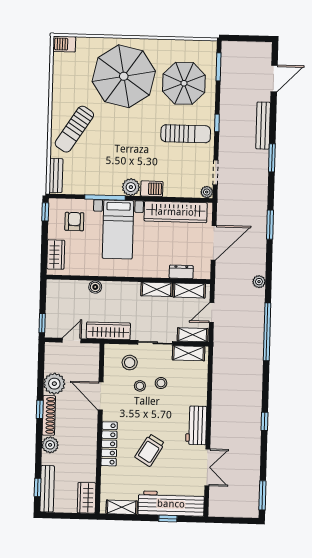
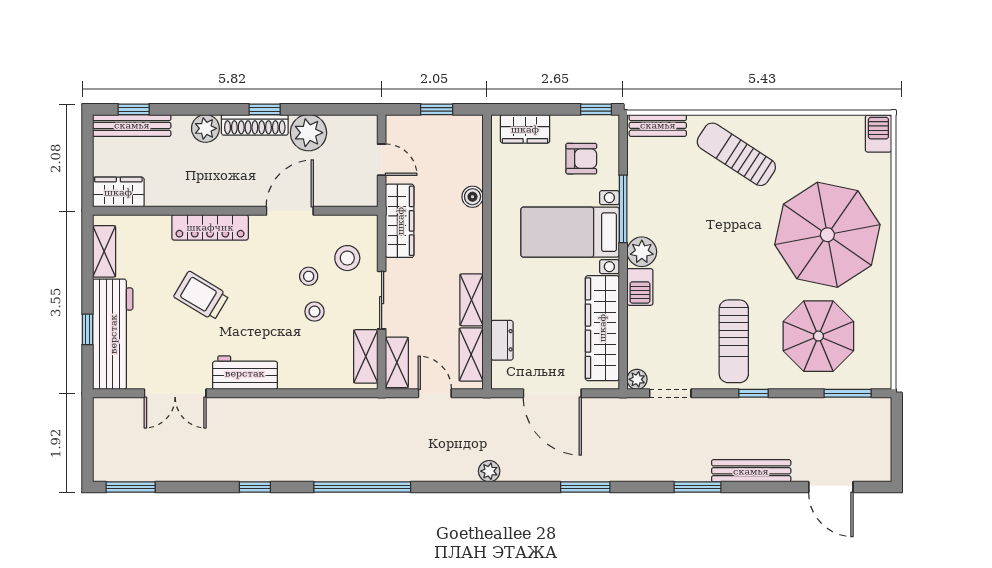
window: (42, 323) -> (437, 109), moved
window: (267, 332) -> (362, 487), moved

